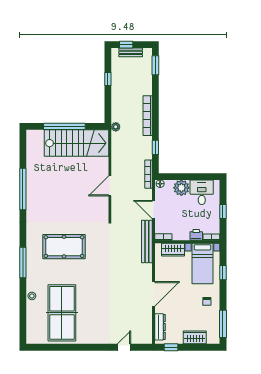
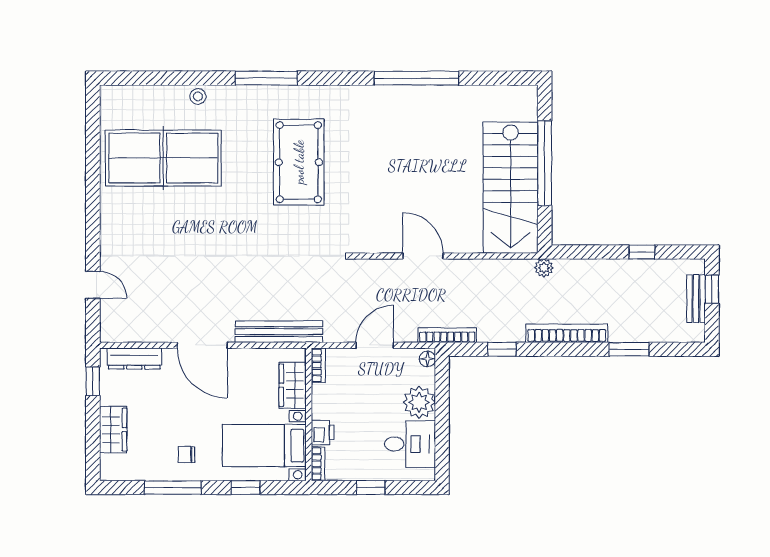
window: (155, 65) -> (629, 349), moved
bench: (147, 241) -> (279, 332), moved
window: (223, 324) -> (173, 488), moved

